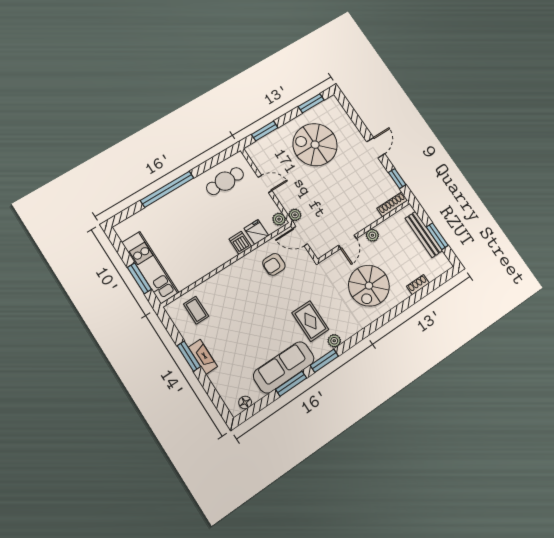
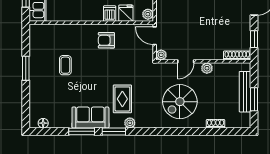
plant: (295, 215) -> (161, 55), moved
armchair: (274, 264) -> (106, 40), moved
coffee table: (196, 310) -> (65, 65), moved
fireplace: (203, 357) -> (35, 75), removed
sofa: (284, 367) -> (90, 118), width x0.73

